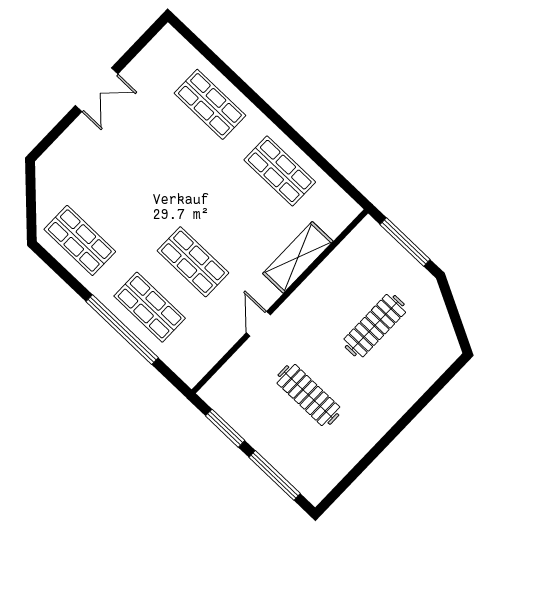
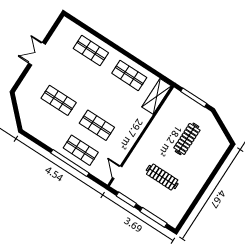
double door: (97, 90) -> (37, 54), swing flipped
shop shelf: (80, 240) -> (59, 100), moved
shelving: (298, 257) -> (157, 96), moved
door: (258, 324) -> (117, 172), moved

